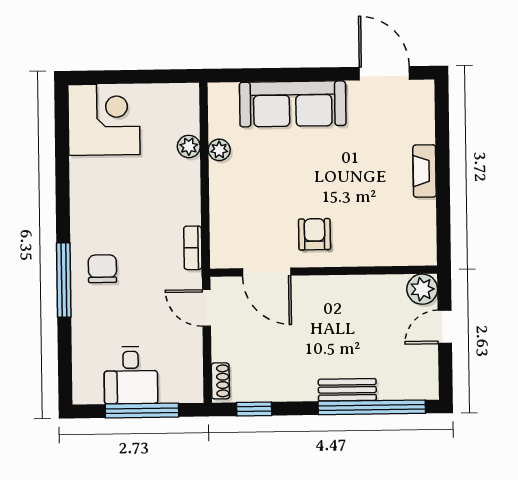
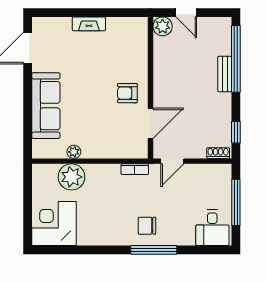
plant: (189, 146) -> (72, 177), width x1.87, depth x1.87
desk: (131, 375) -> (212, 228), moved, turned 90

